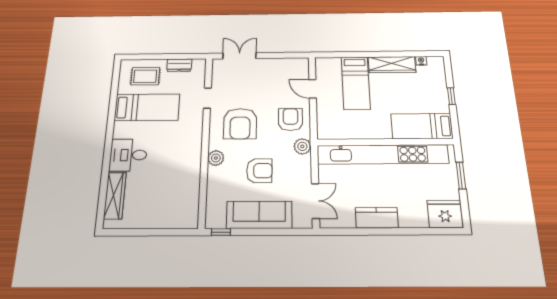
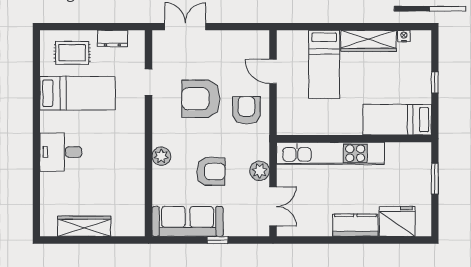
armchair: (240, 124) -> (201, 99), moved, turned 90
plant: (302, 146) -> (260, 171), moved
kitchen unit: (383, 154) -> (330, 153), width x0.73
wardrobe: (115, 196) -> (84, 226), moved, turned -90
fridge: (445, 214) -> (397, 221), moved
sofa: (259, 215) -> (188, 221), moved
kitchen counter: (377, 218) -> (355, 225), moved
window: (221, 232) -> (218, 240), moved

